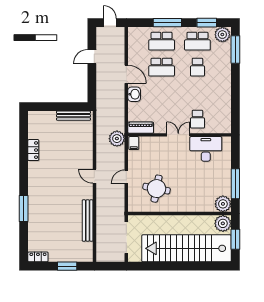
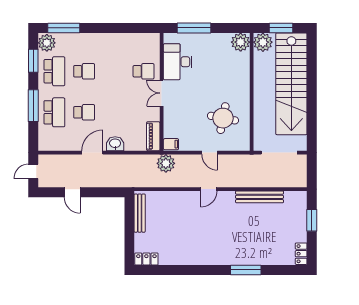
school desk: (162, 67) -> (84, 112), width x0.54
locker: (33, 150) -> (146, 259), moved
window: (235, 184) -> (194, 28), moved

